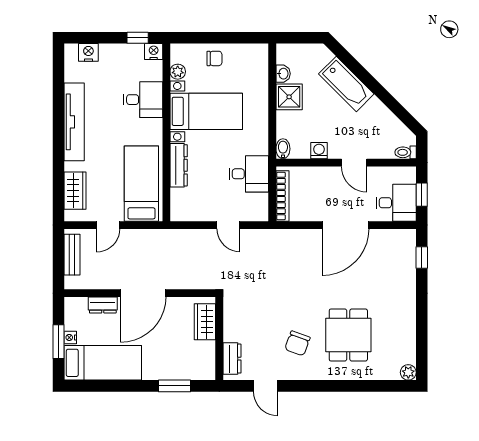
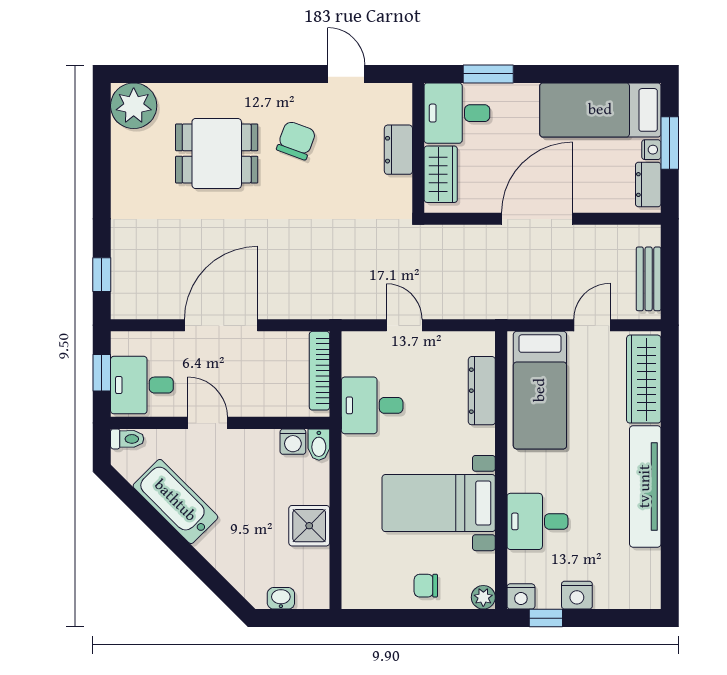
nightstand: (88, 52) -> (577, 595), moved
plant: (178, 72) -> (483, 597), moved
washbasin: (283, 74) -> (281, 598), moved, turned 90
bathtub: (346, 84) -> (175, 501), moved
washing machine: (319, 151) -> (293, 442), moved
dresser: (179, 165) -> (482, 391), moved
wardrobe: (75, 191) -> (644, 379), width x1.50
desk: (396, 203) -> (142, 385), moved
dresser: (103, 305) -> (648, 185), moved, turned -90
dining table: (348, 335) -> (217, 153), turned 90
dresser: (232, 359) -> (398, 150), moved
desk: (195, 361) -> (457, 113), added
plant: (408, 372) -> (134, 106), width x1.87, depth x1.87

